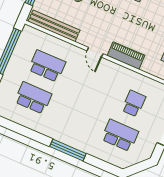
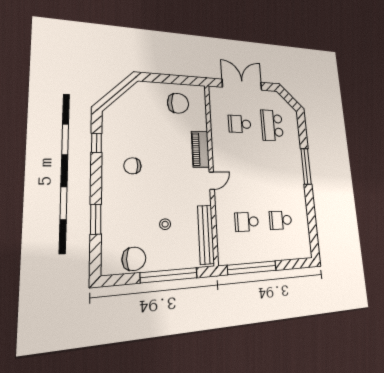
school desk: (47, 66) -> (247, 222), width x0.54
school desk: (33, 98) -> (280, 220), width x0.54

